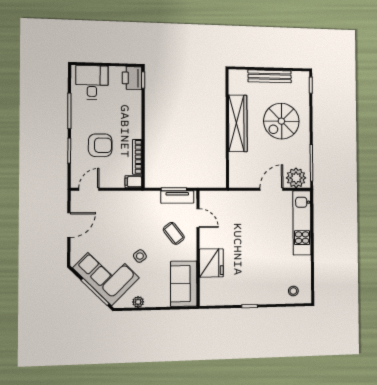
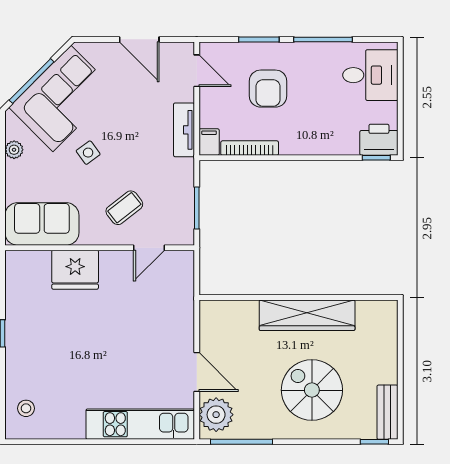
bench: (270, 76) -> (387, 412), moved, width x0.73
tv unit: (177, 197) -> (184, 130), moved

